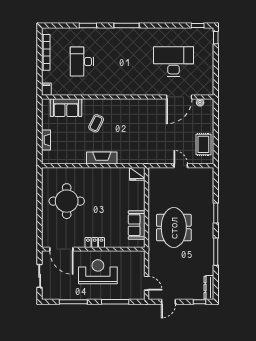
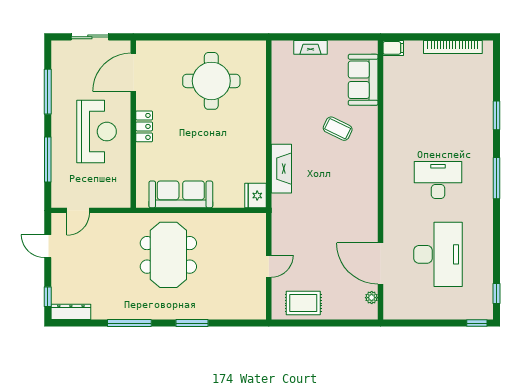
desk: (82, 61) -> (438, 180), moved
fireplace: (102, 158) -> (281, 169), moved
sofa: (137, 225) -> (181, 194), width x1.36
meeting table: (174, 228) -> (168, 255), turned 90

